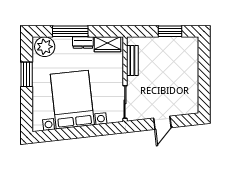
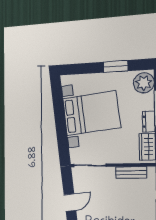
door: (162, 123) -> (70, 203), swing flipped

